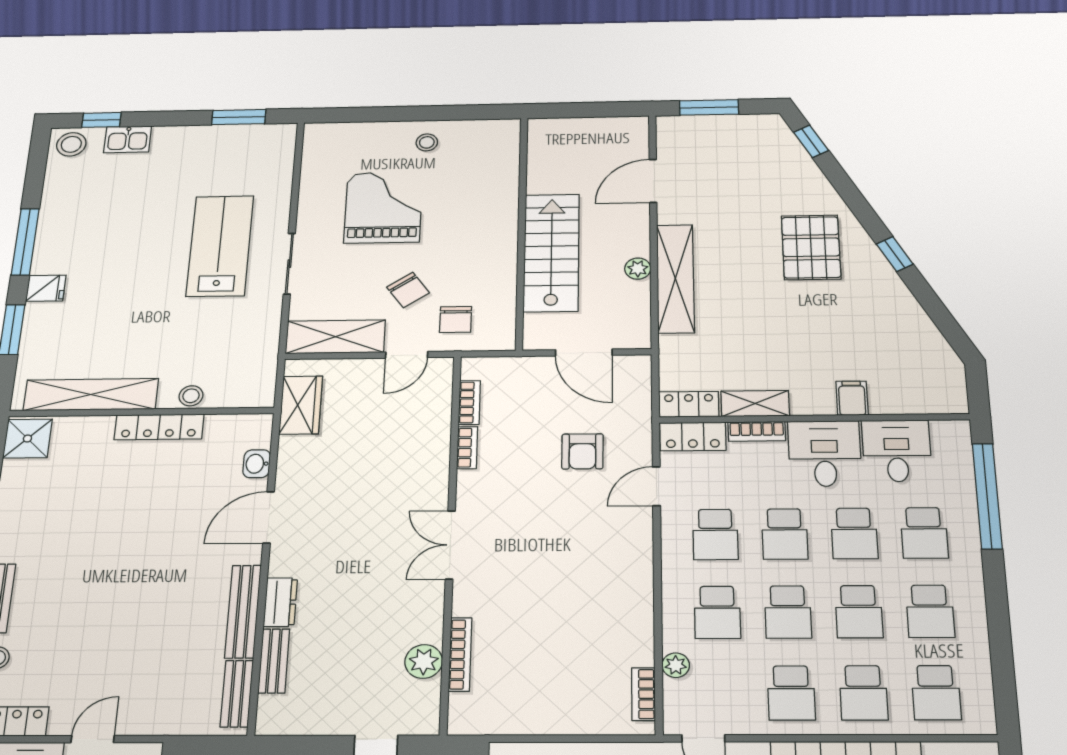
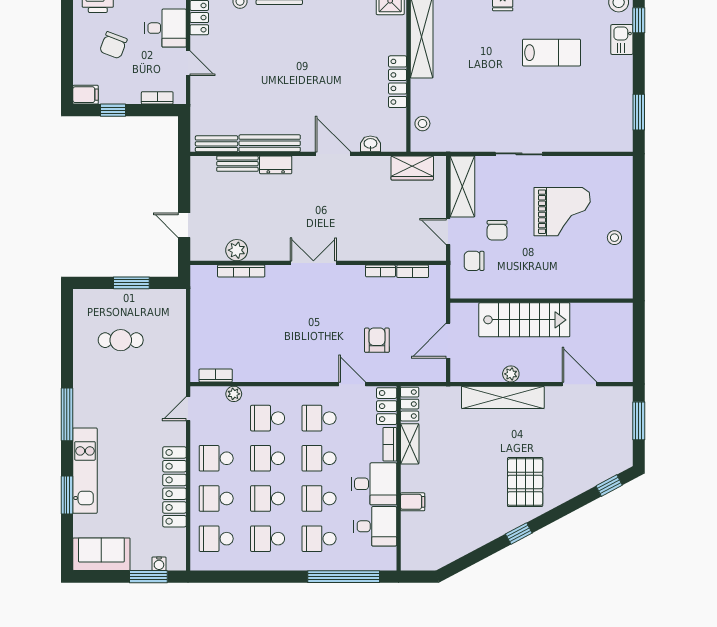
lab bench: (220, 246) -> (551, 53), moved, width x0.73, depth x0.72
pallet: (811, 247) -> (525, 482), turned 90
chair: (408, 290) -> (497, 230), turned -55
stool: (191, 396) -> (422, 124), moved
armchair: (582, 451) -> (377, 340), turned 90

